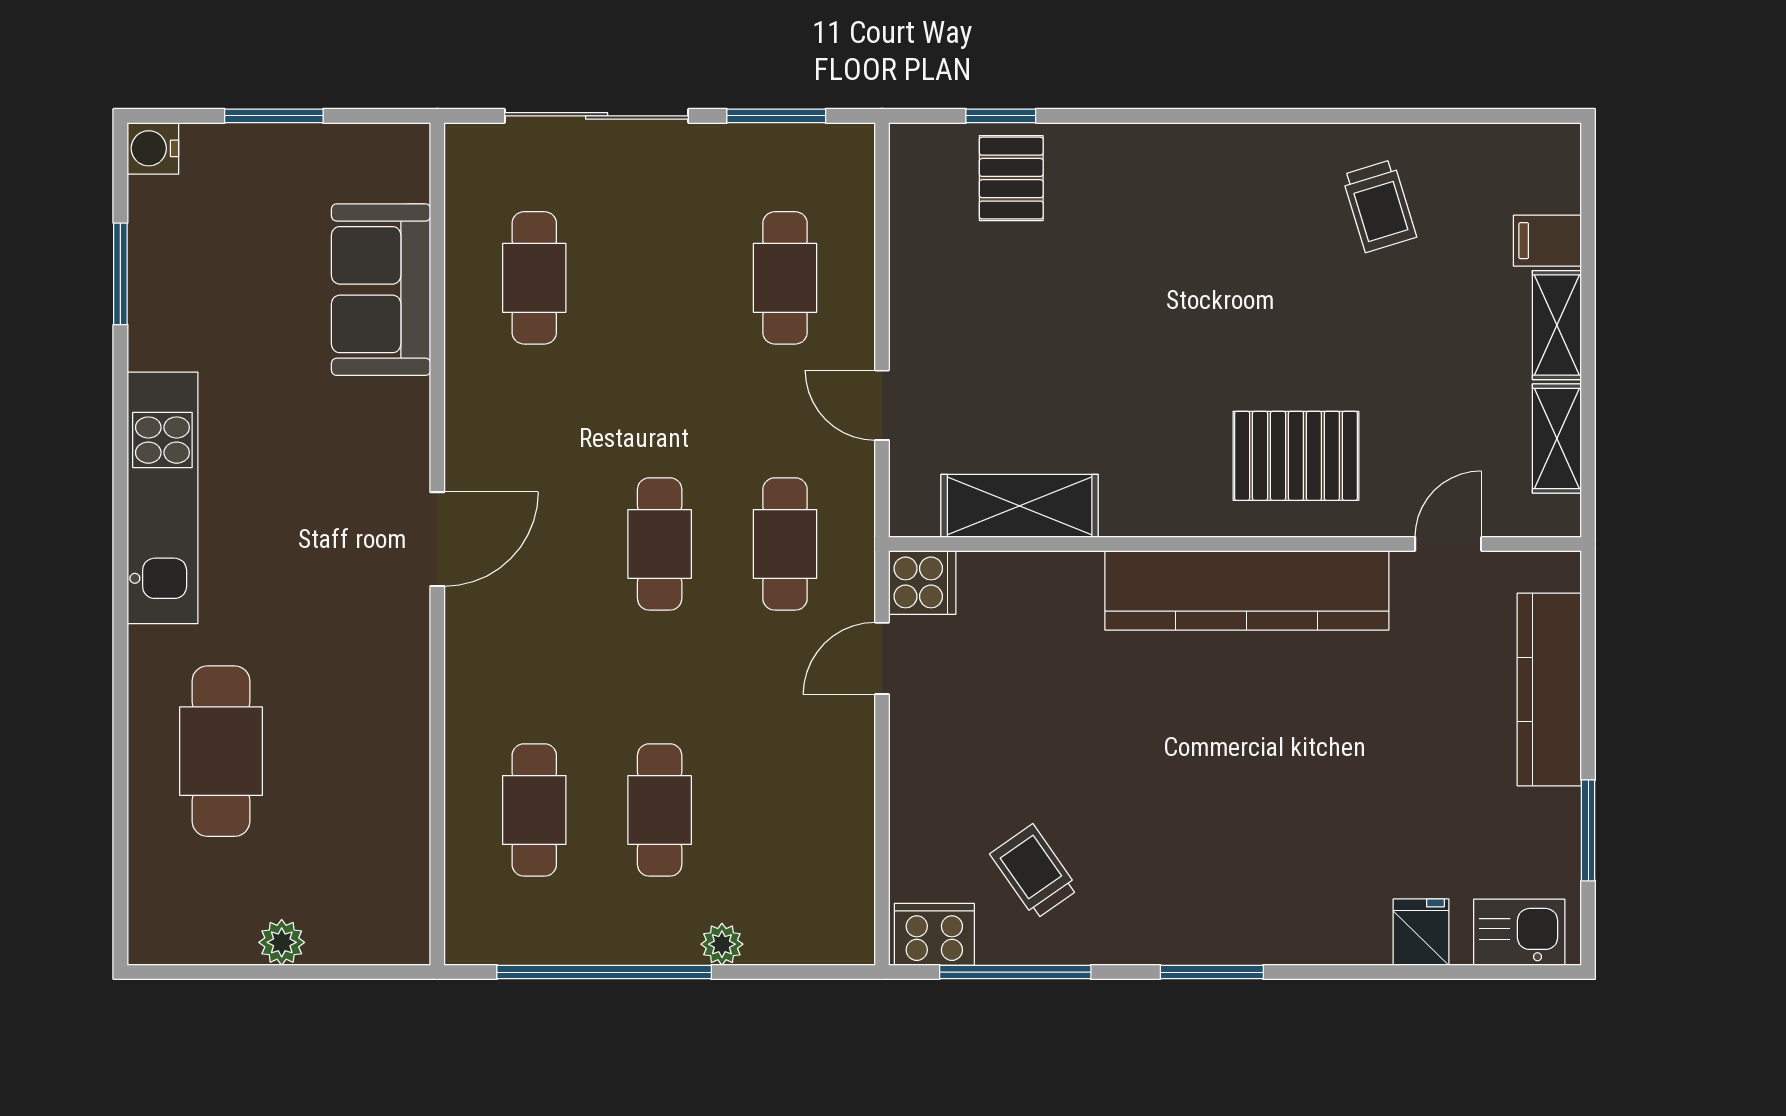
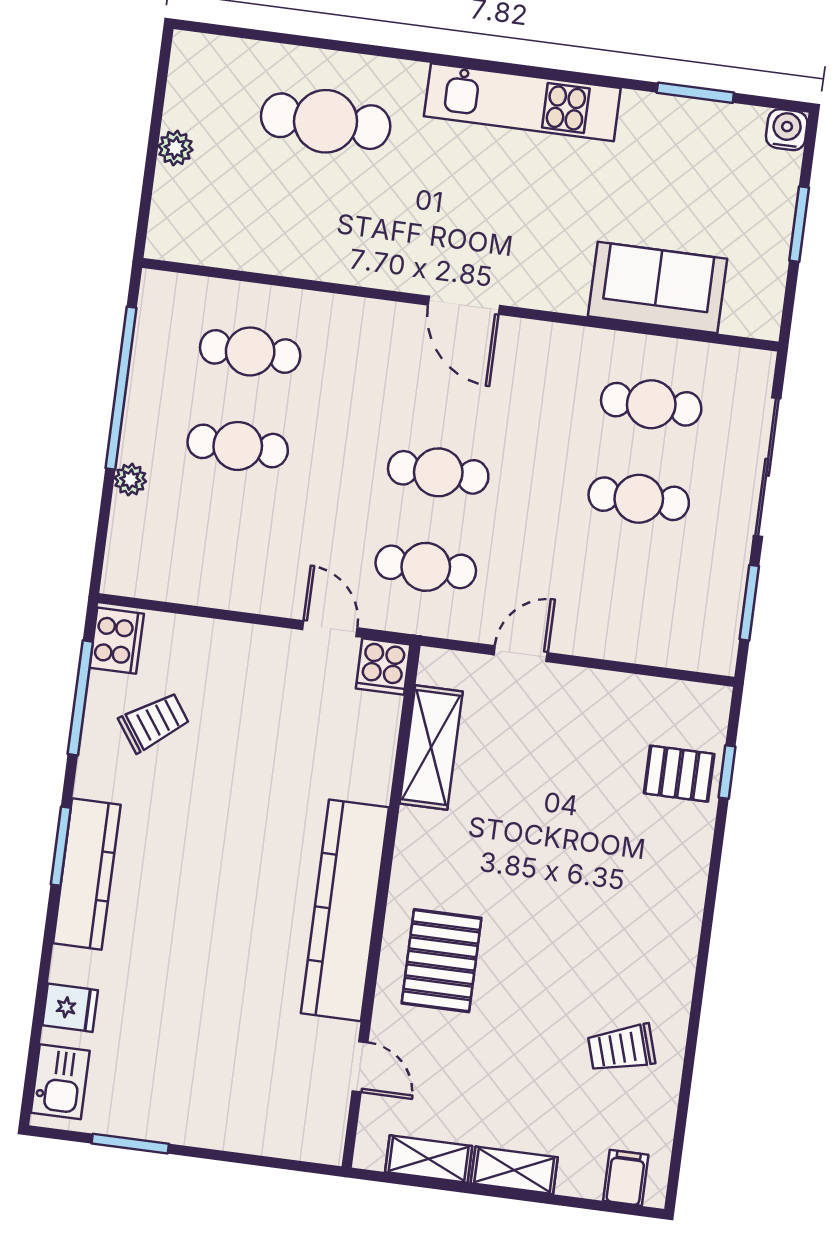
filing cabinet: (1547, 241) -> (626, 1178), moved
cafe table: (785, 278) -> (639, 499), moved
kitchen counter: (1549, 689) -> (87, 874), moved, turned 90

